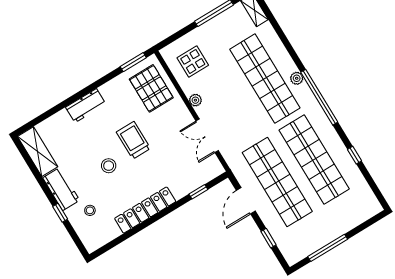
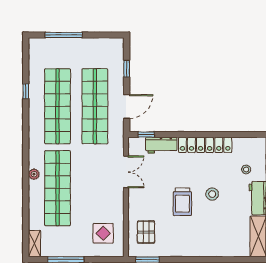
pallet: (151, 88) -> (146, 232), width x0.67, depth x0.71
window: (319, 97) -> (26, 150), removed
plant: (195, 100) -> (119, 203), removed
workbench: (86, 106) -> (161, 145), moved, turned 180
window: (198, 192) -> (146, 134), moved
window: (328, 248) -> (64, 35), moved

